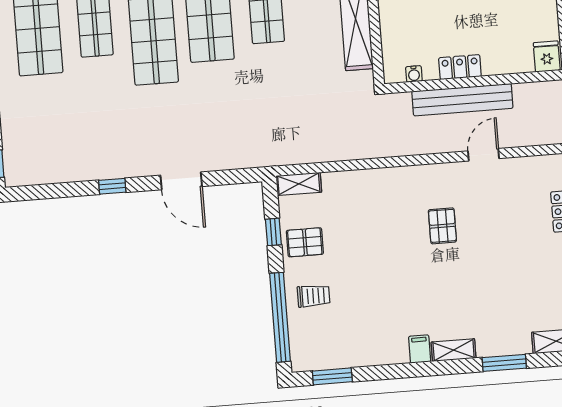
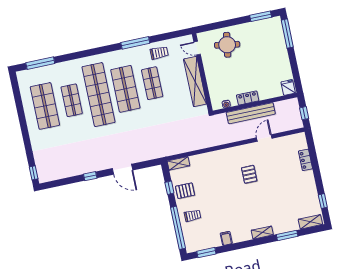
filing cabinet: (420, 349) -> (226, 238), moved

